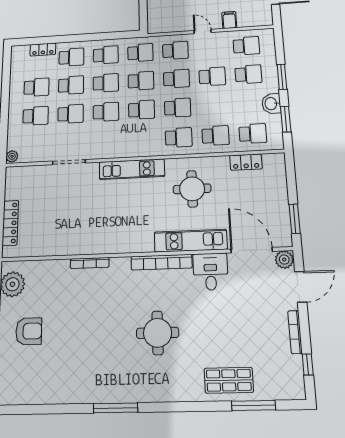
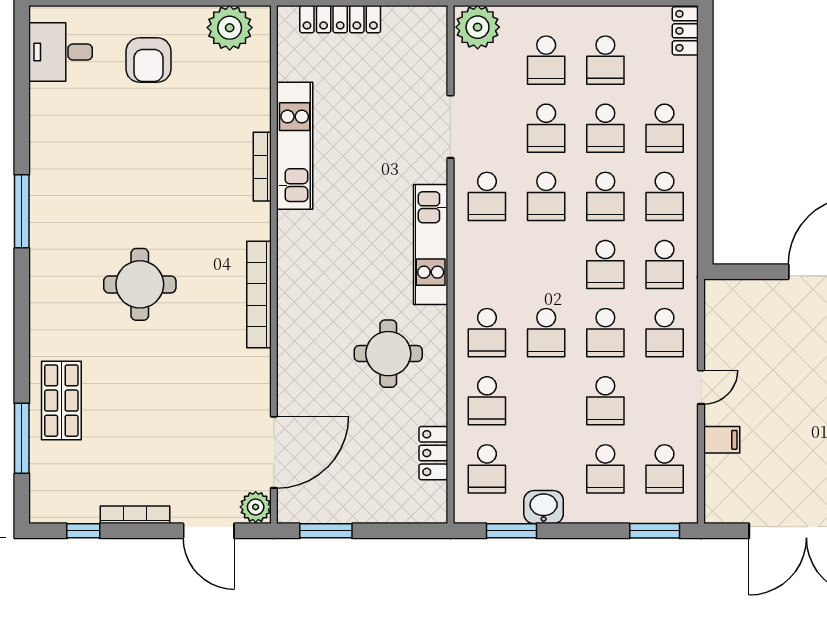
locker: (43, 49) -> (685, 31), moved
window: (282, 77) -> (655, 531), moved
school desk: (142, 110) -> (487, 196), moved
plant: (12, 156) -> (478, 27), width x1.88, depth x1.88
kitchen unit: (191, 241) -> (295, 146), moved
desk: (211, 272) -> (61, 52), moved, turned 180

